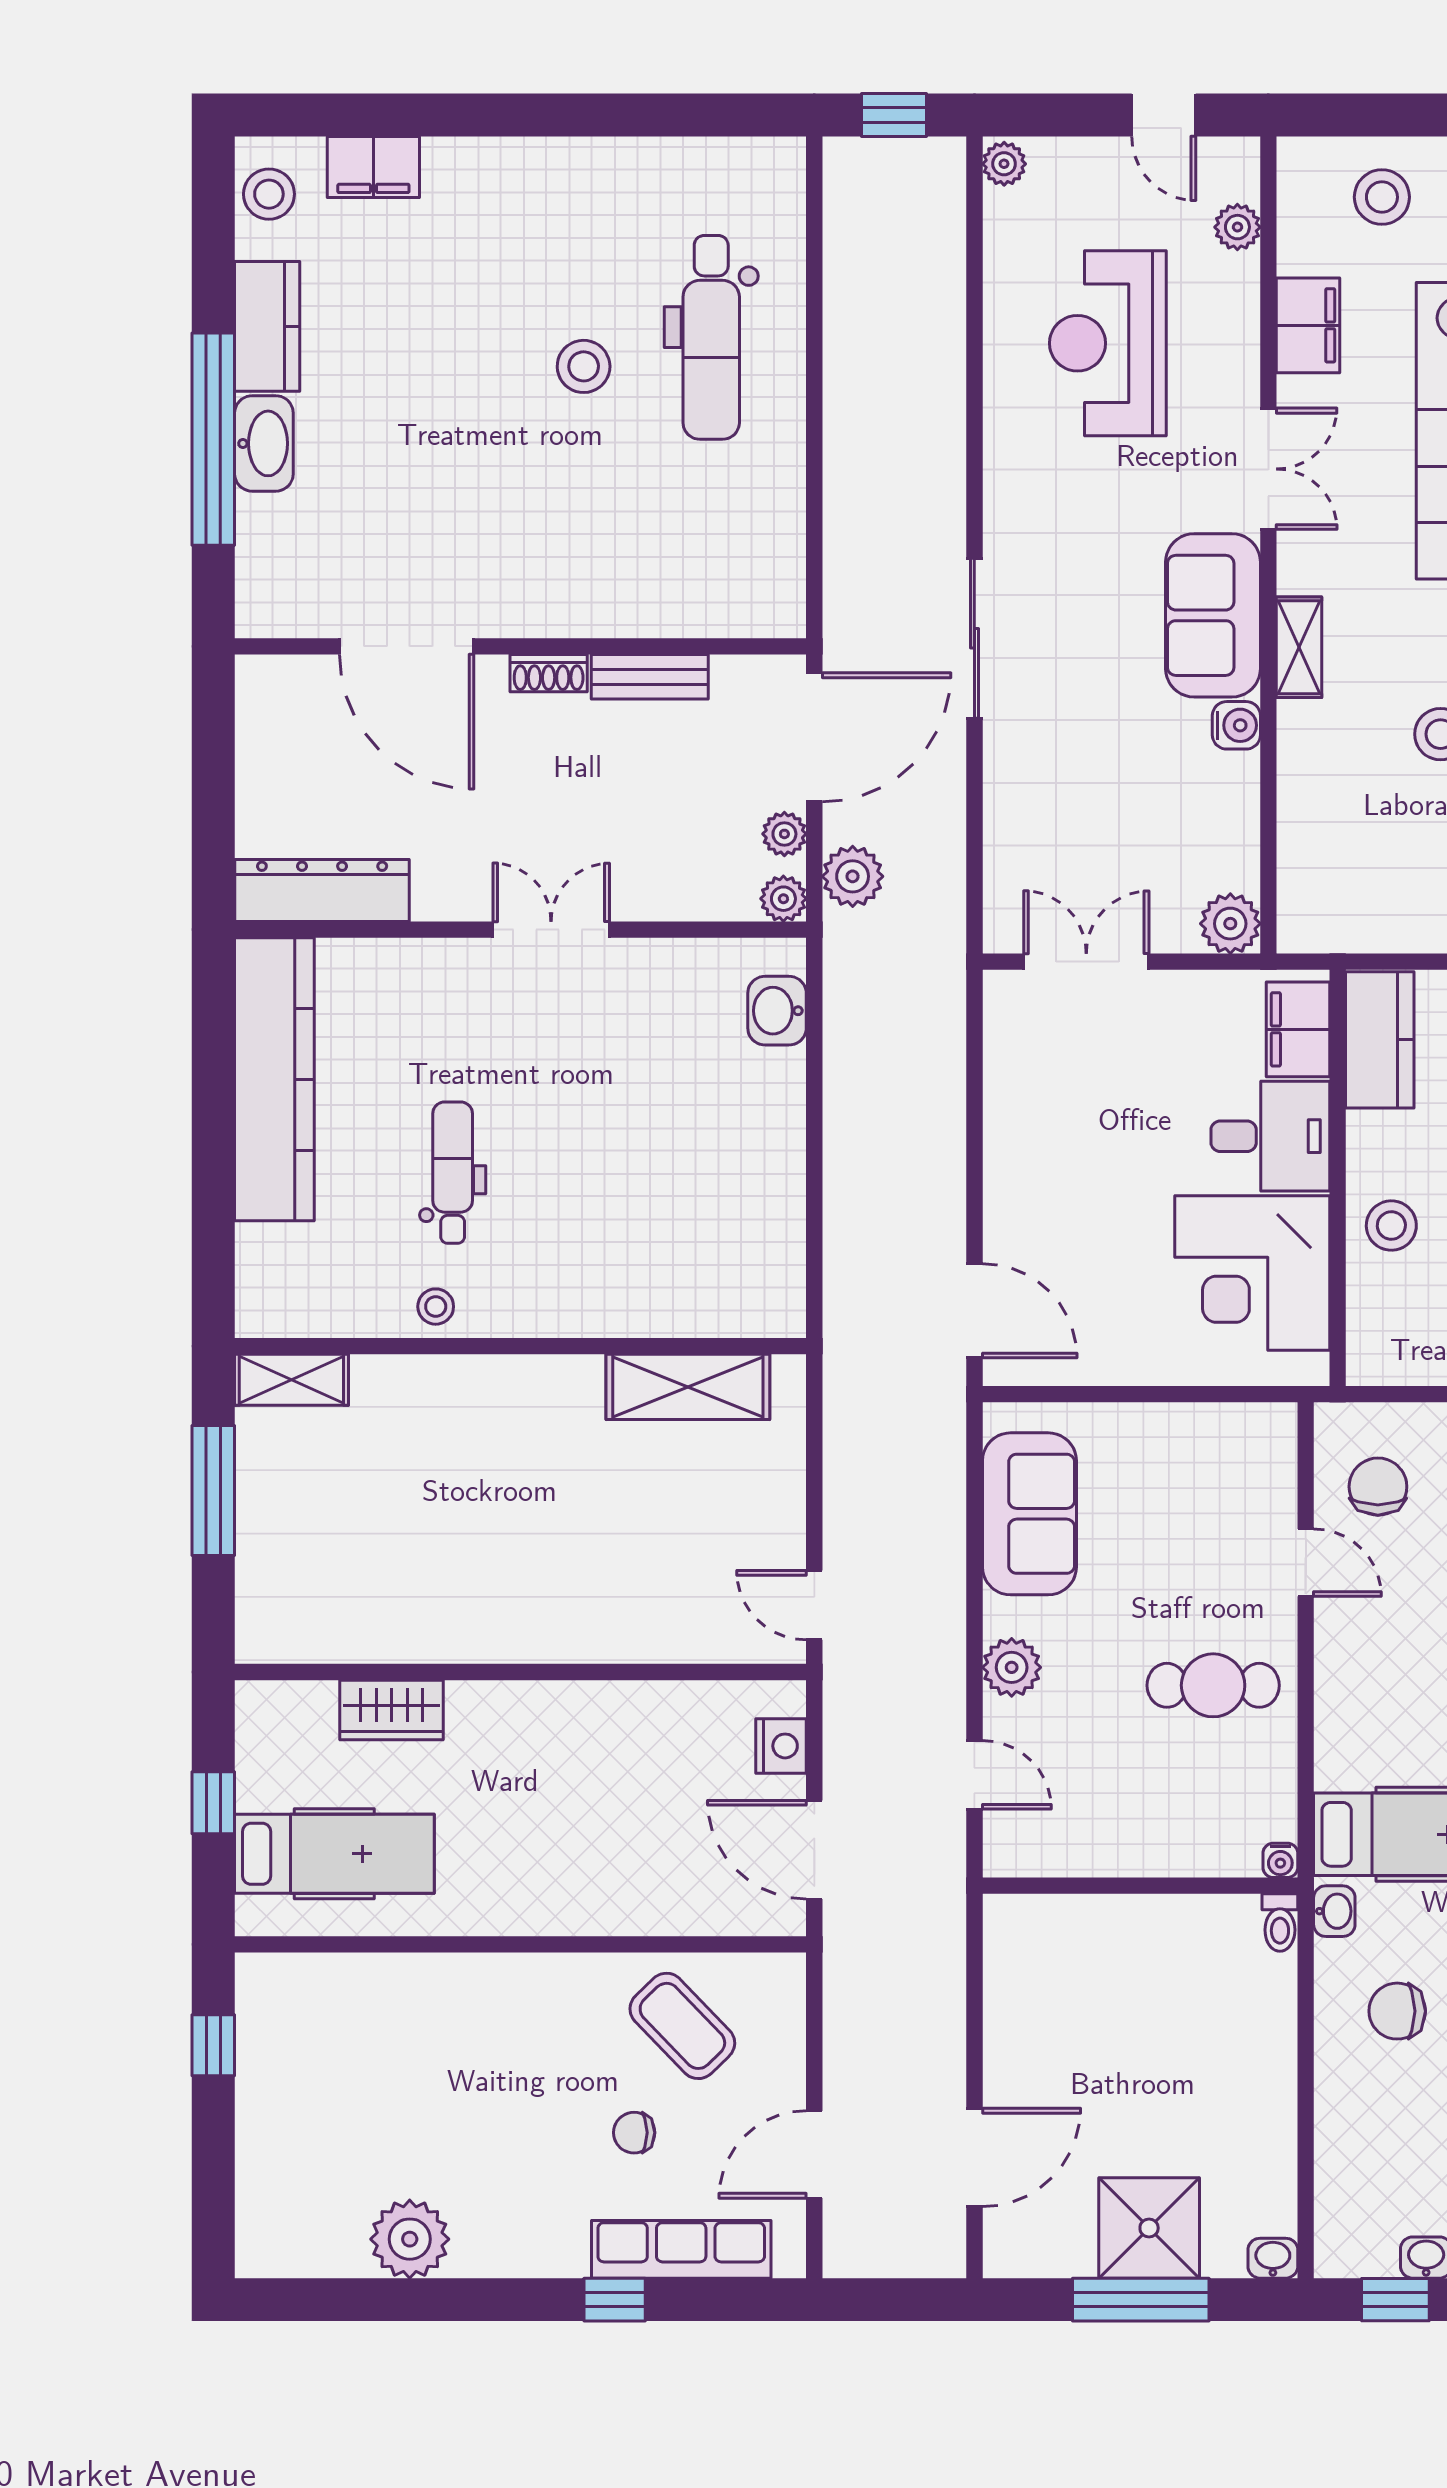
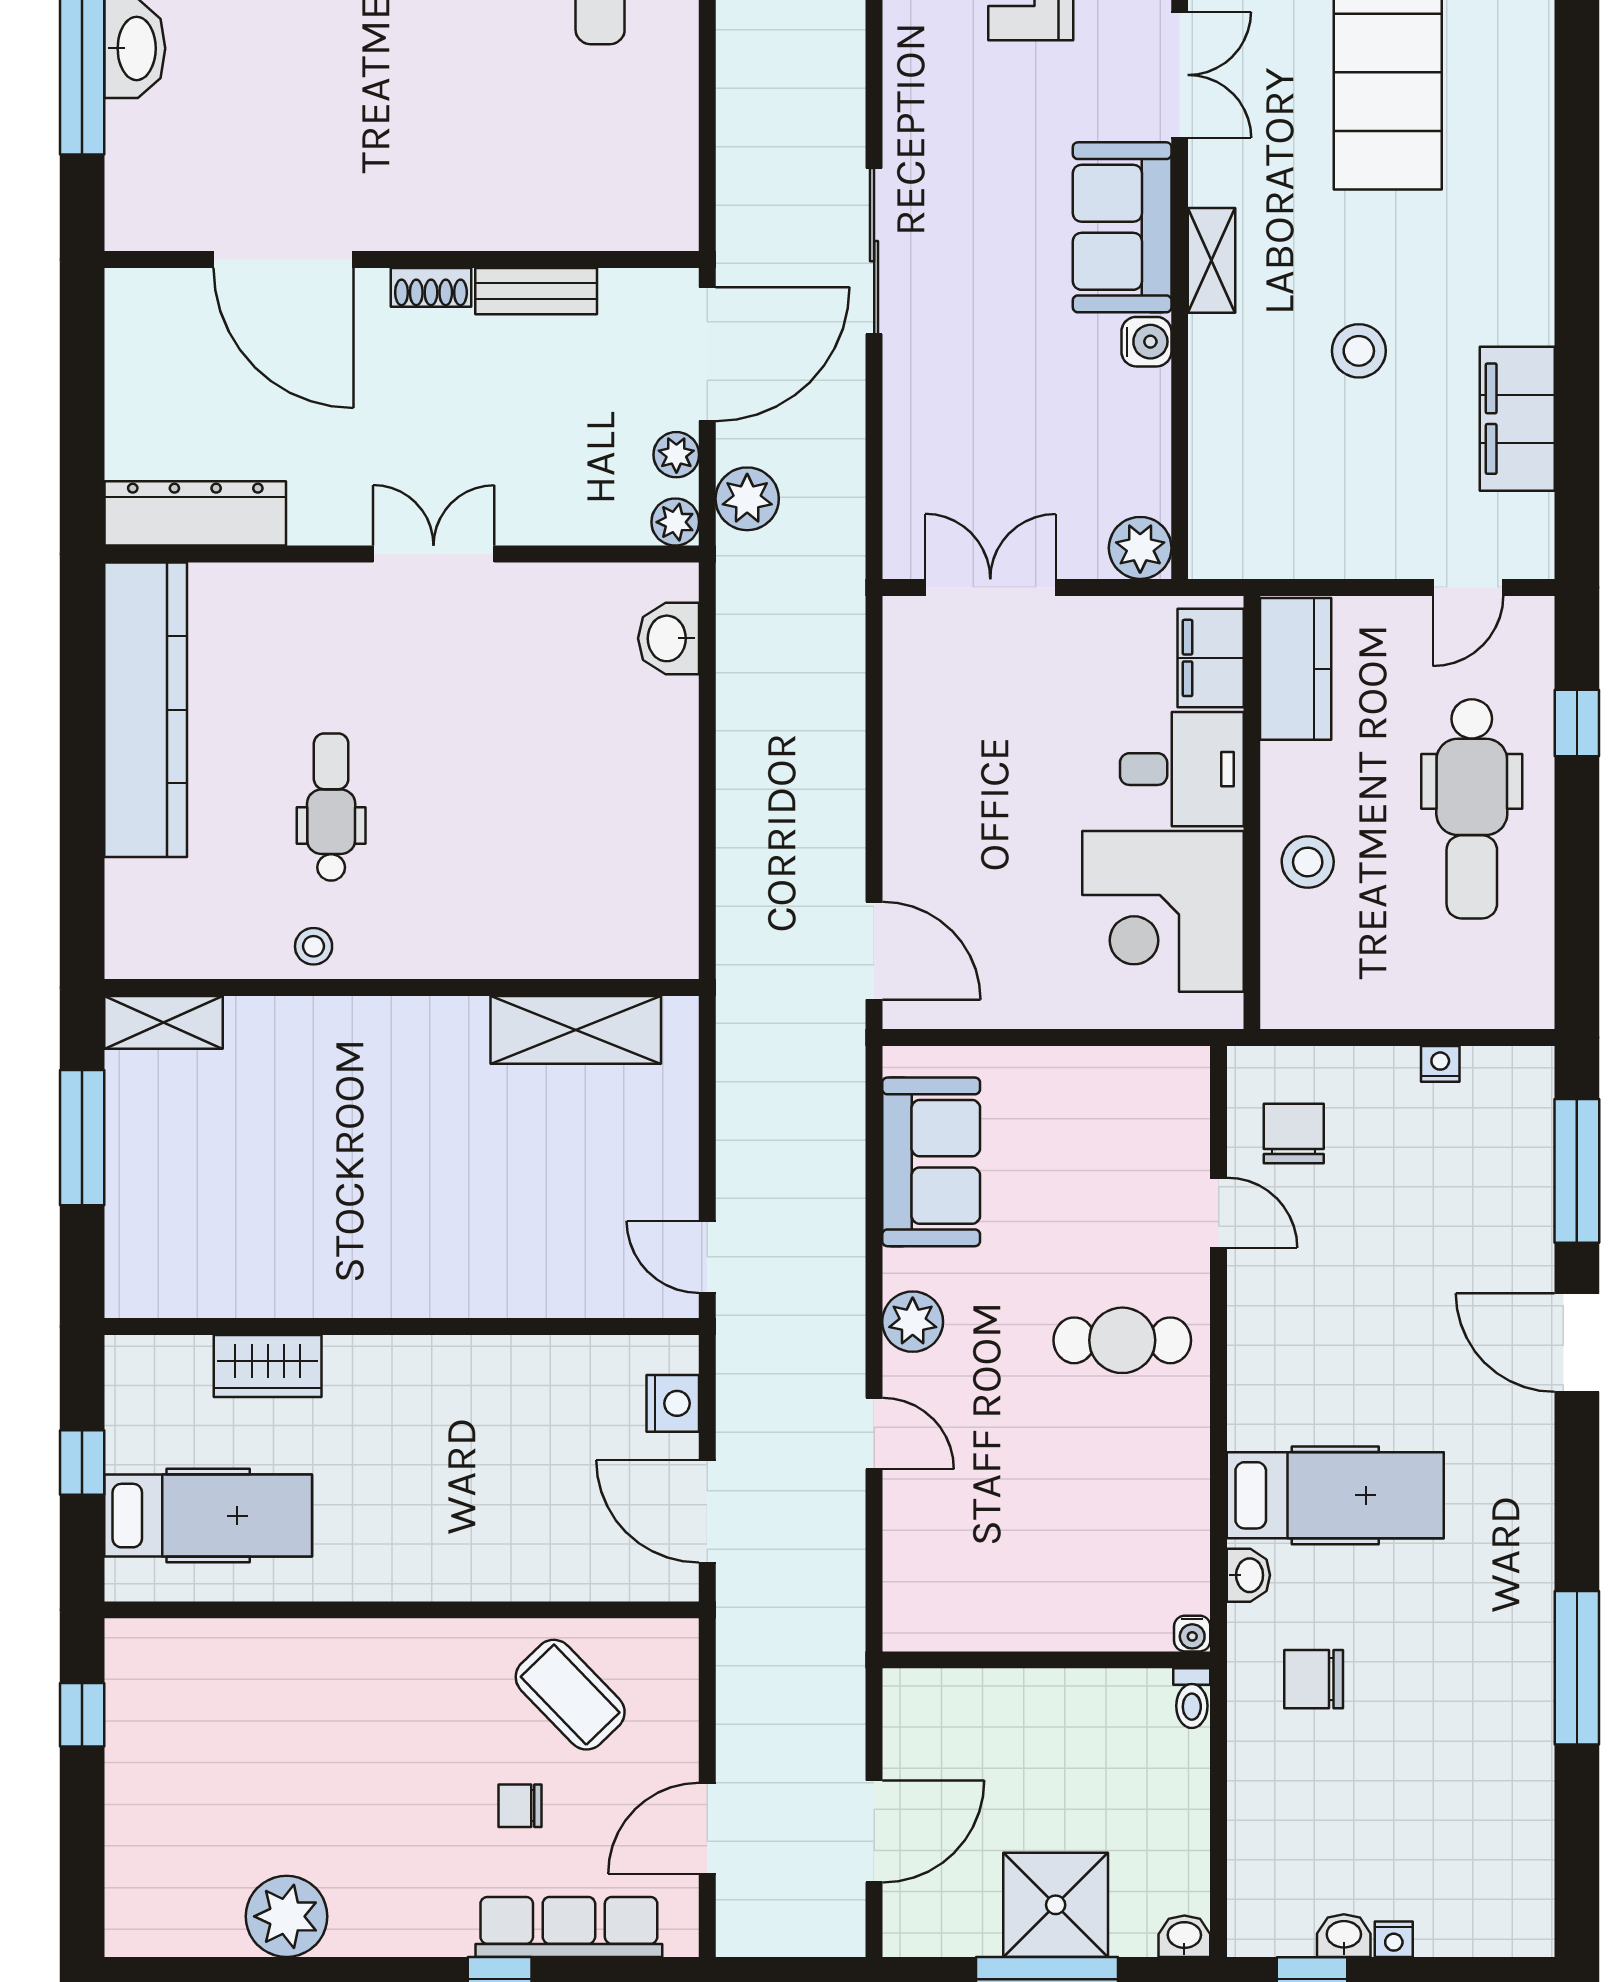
water cooler: (1280, 1860) -> (1192, 1634), moved
wall: (1140, 1886) -> (1046, 1660), moved
toilet: (1280, 1922) -> (1192, 1698), moved

